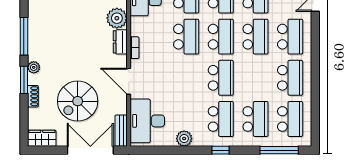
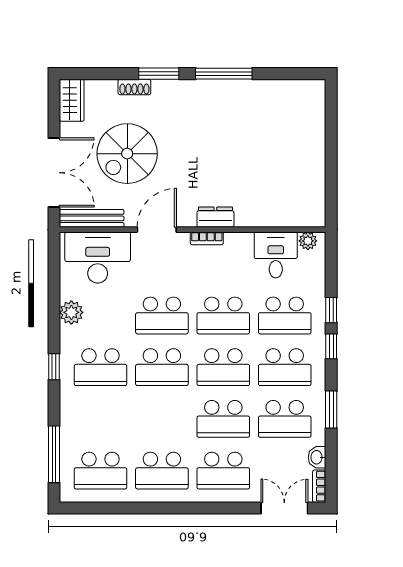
plant: (117, 18) -> (251, 212), removed
plant: (34, 67) -> (177, 88), removed
spiral stairs: (78, 101) -> (127, 154), turned -90
school desk: (255, 119) -> (162, 315), moved
bench: (121, 131) -> (92, 218), width x1.36

